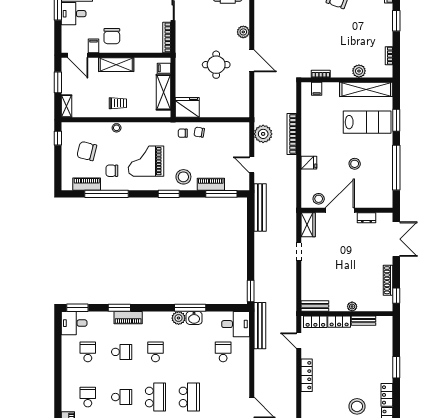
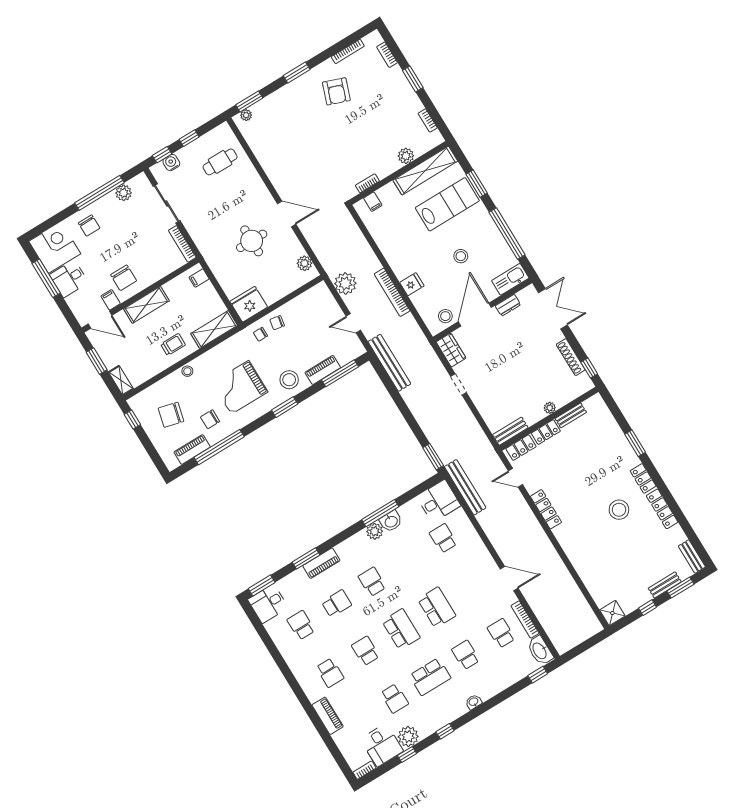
plant: (243, 32) -> (304, 263), moved
shelving: (164, 92) -> (214, 329), moved, turned 90
bookcase: (292, 134) -> (392, 292), moved
kitchen sink: (379, 201) -> (510, 279), added
school desk: (88, 397) -> (330, 673), turned 180
school desk: (122, 397) -> (366, 651), turned -90

